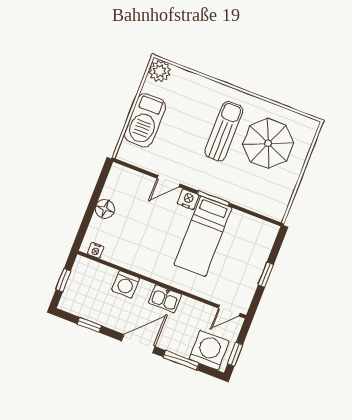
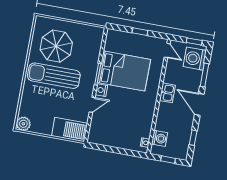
barbecue: (145, 120) -> (70, 130), moved
sun lounger: (224, 131) -> (54, 76), width x1.36, depth x1.34
door: (169, 181) -> (92, 105), hinge flipped
floor lamp: (105, 209) -> (118, 142), removed
bed: (203, 236) -> (124, 71), width x1.50
washing machine: (126, 284) -> (160, 138), moved

